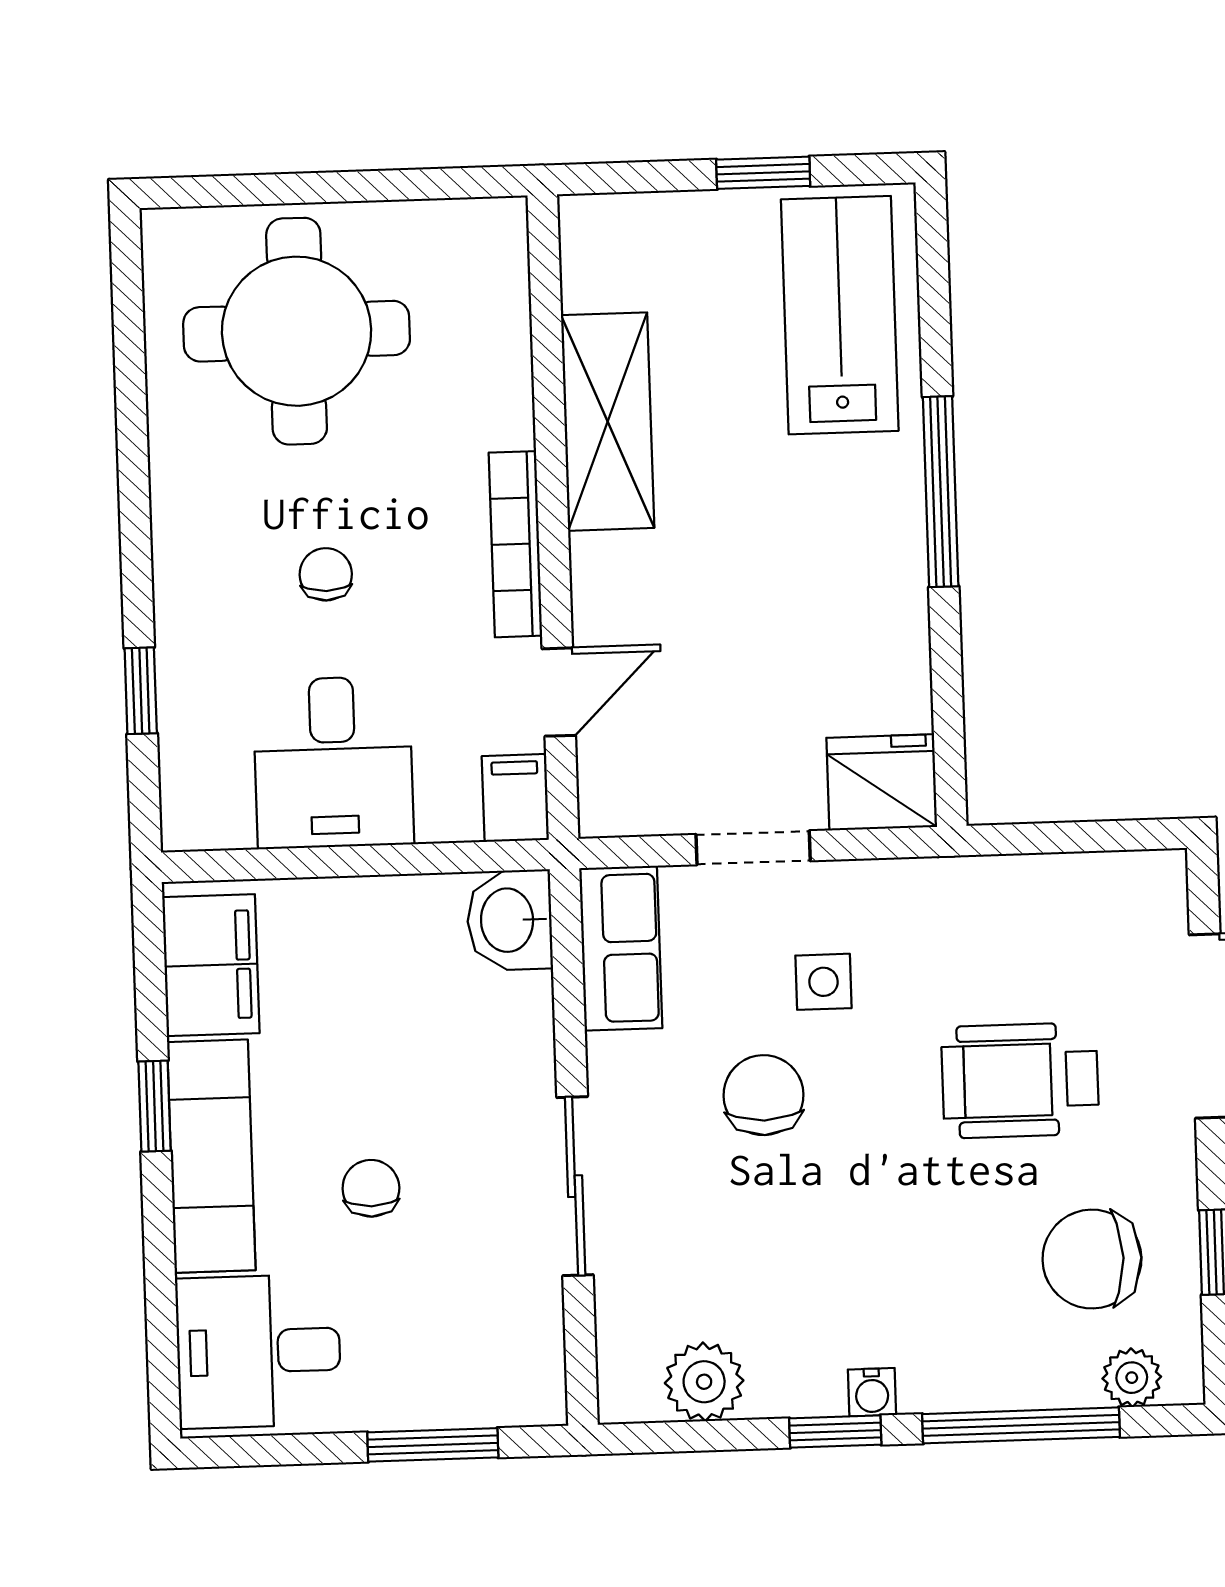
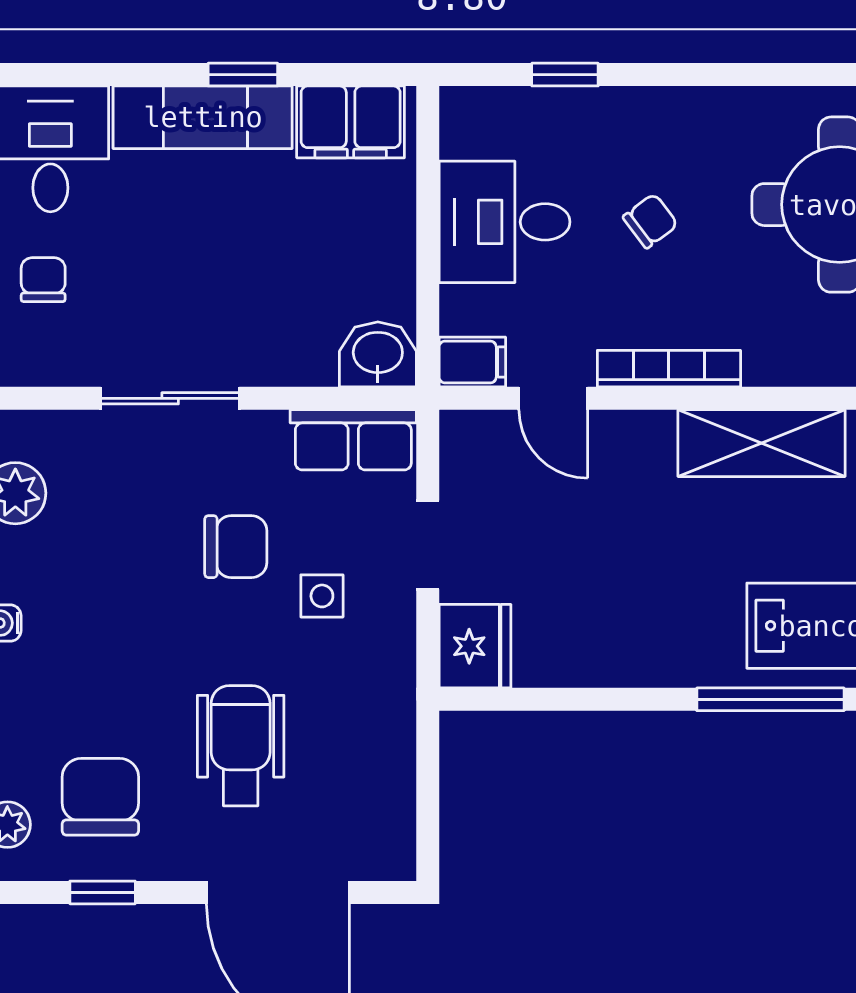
window: (941, 492) -> (770, 699), moved
chair: (326, 574) -> (650, 221), turned -37
chair: (371, 1188) -> (43, 280), moved, turned -90

